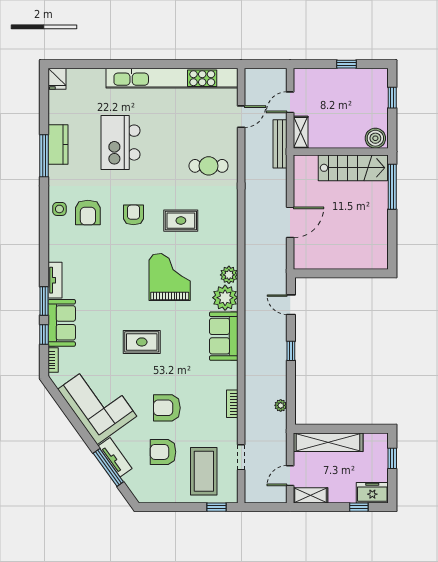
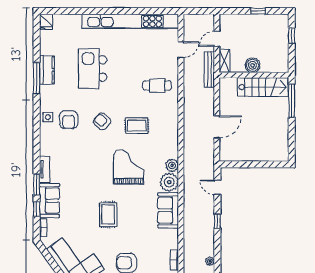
boiler: (375, 138) -> (253, 65), moved
armchair: (133, 215) -> (102, 122), turned -49
rug: (142, 342) -> (108, 215), turned 90

